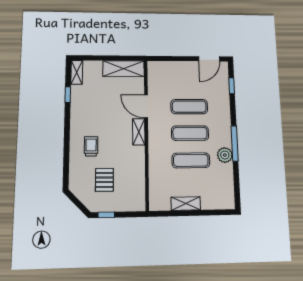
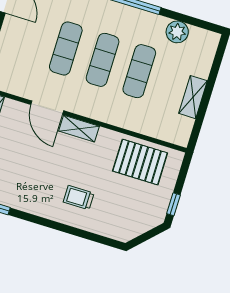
door: (146, 106) -> (47, 108), hinge flipped
plant: (225, 155) -> (177, 32), moved
pallet: (104, 180) -> (140, 162), moved, width x1.50, depth x1.42

